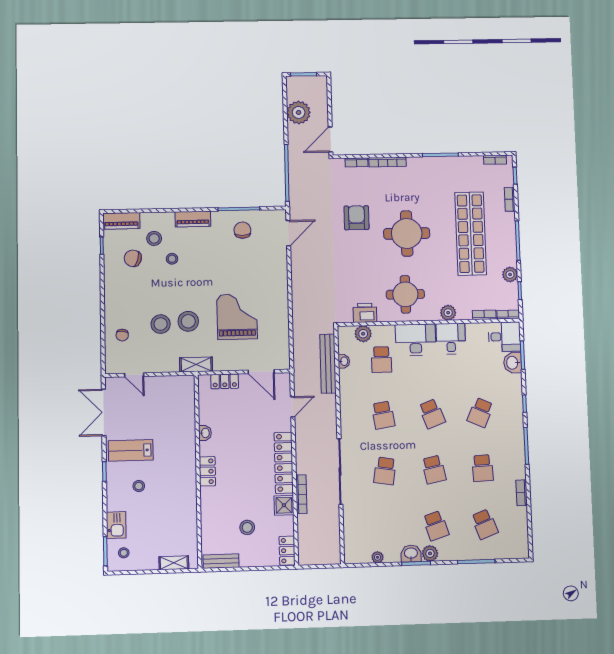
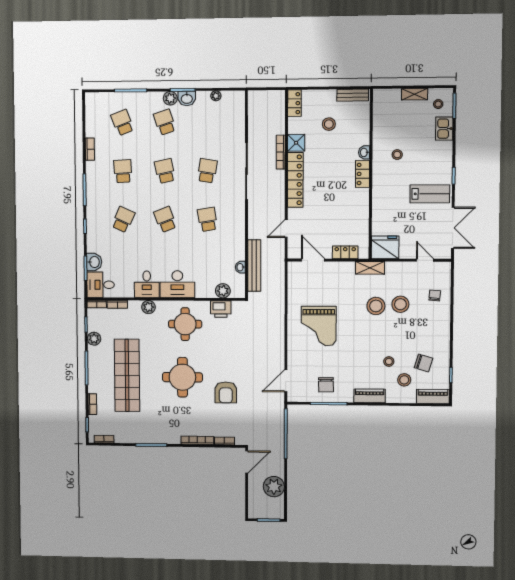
grand piano: (237, 317) -> (319, 326), moved
school desk: (381, 360) -> (208, 268), removed
fridge: (180, 388) -> (385, 247), added
washbasin: (205, 433) -> (364, 152), moved
stool: (139, 486) -> (397, 155), moved
shelving: (174, 563) -> (415, 94), moved

